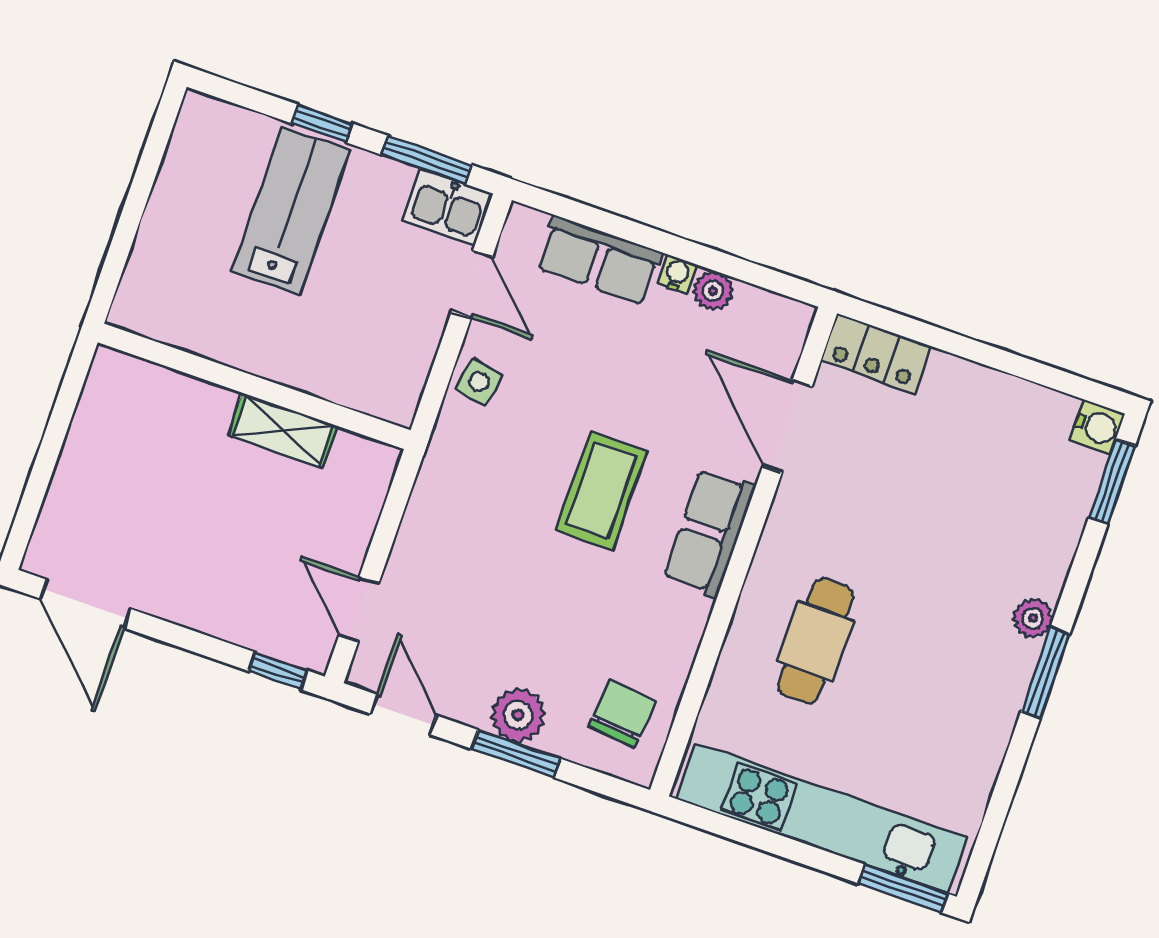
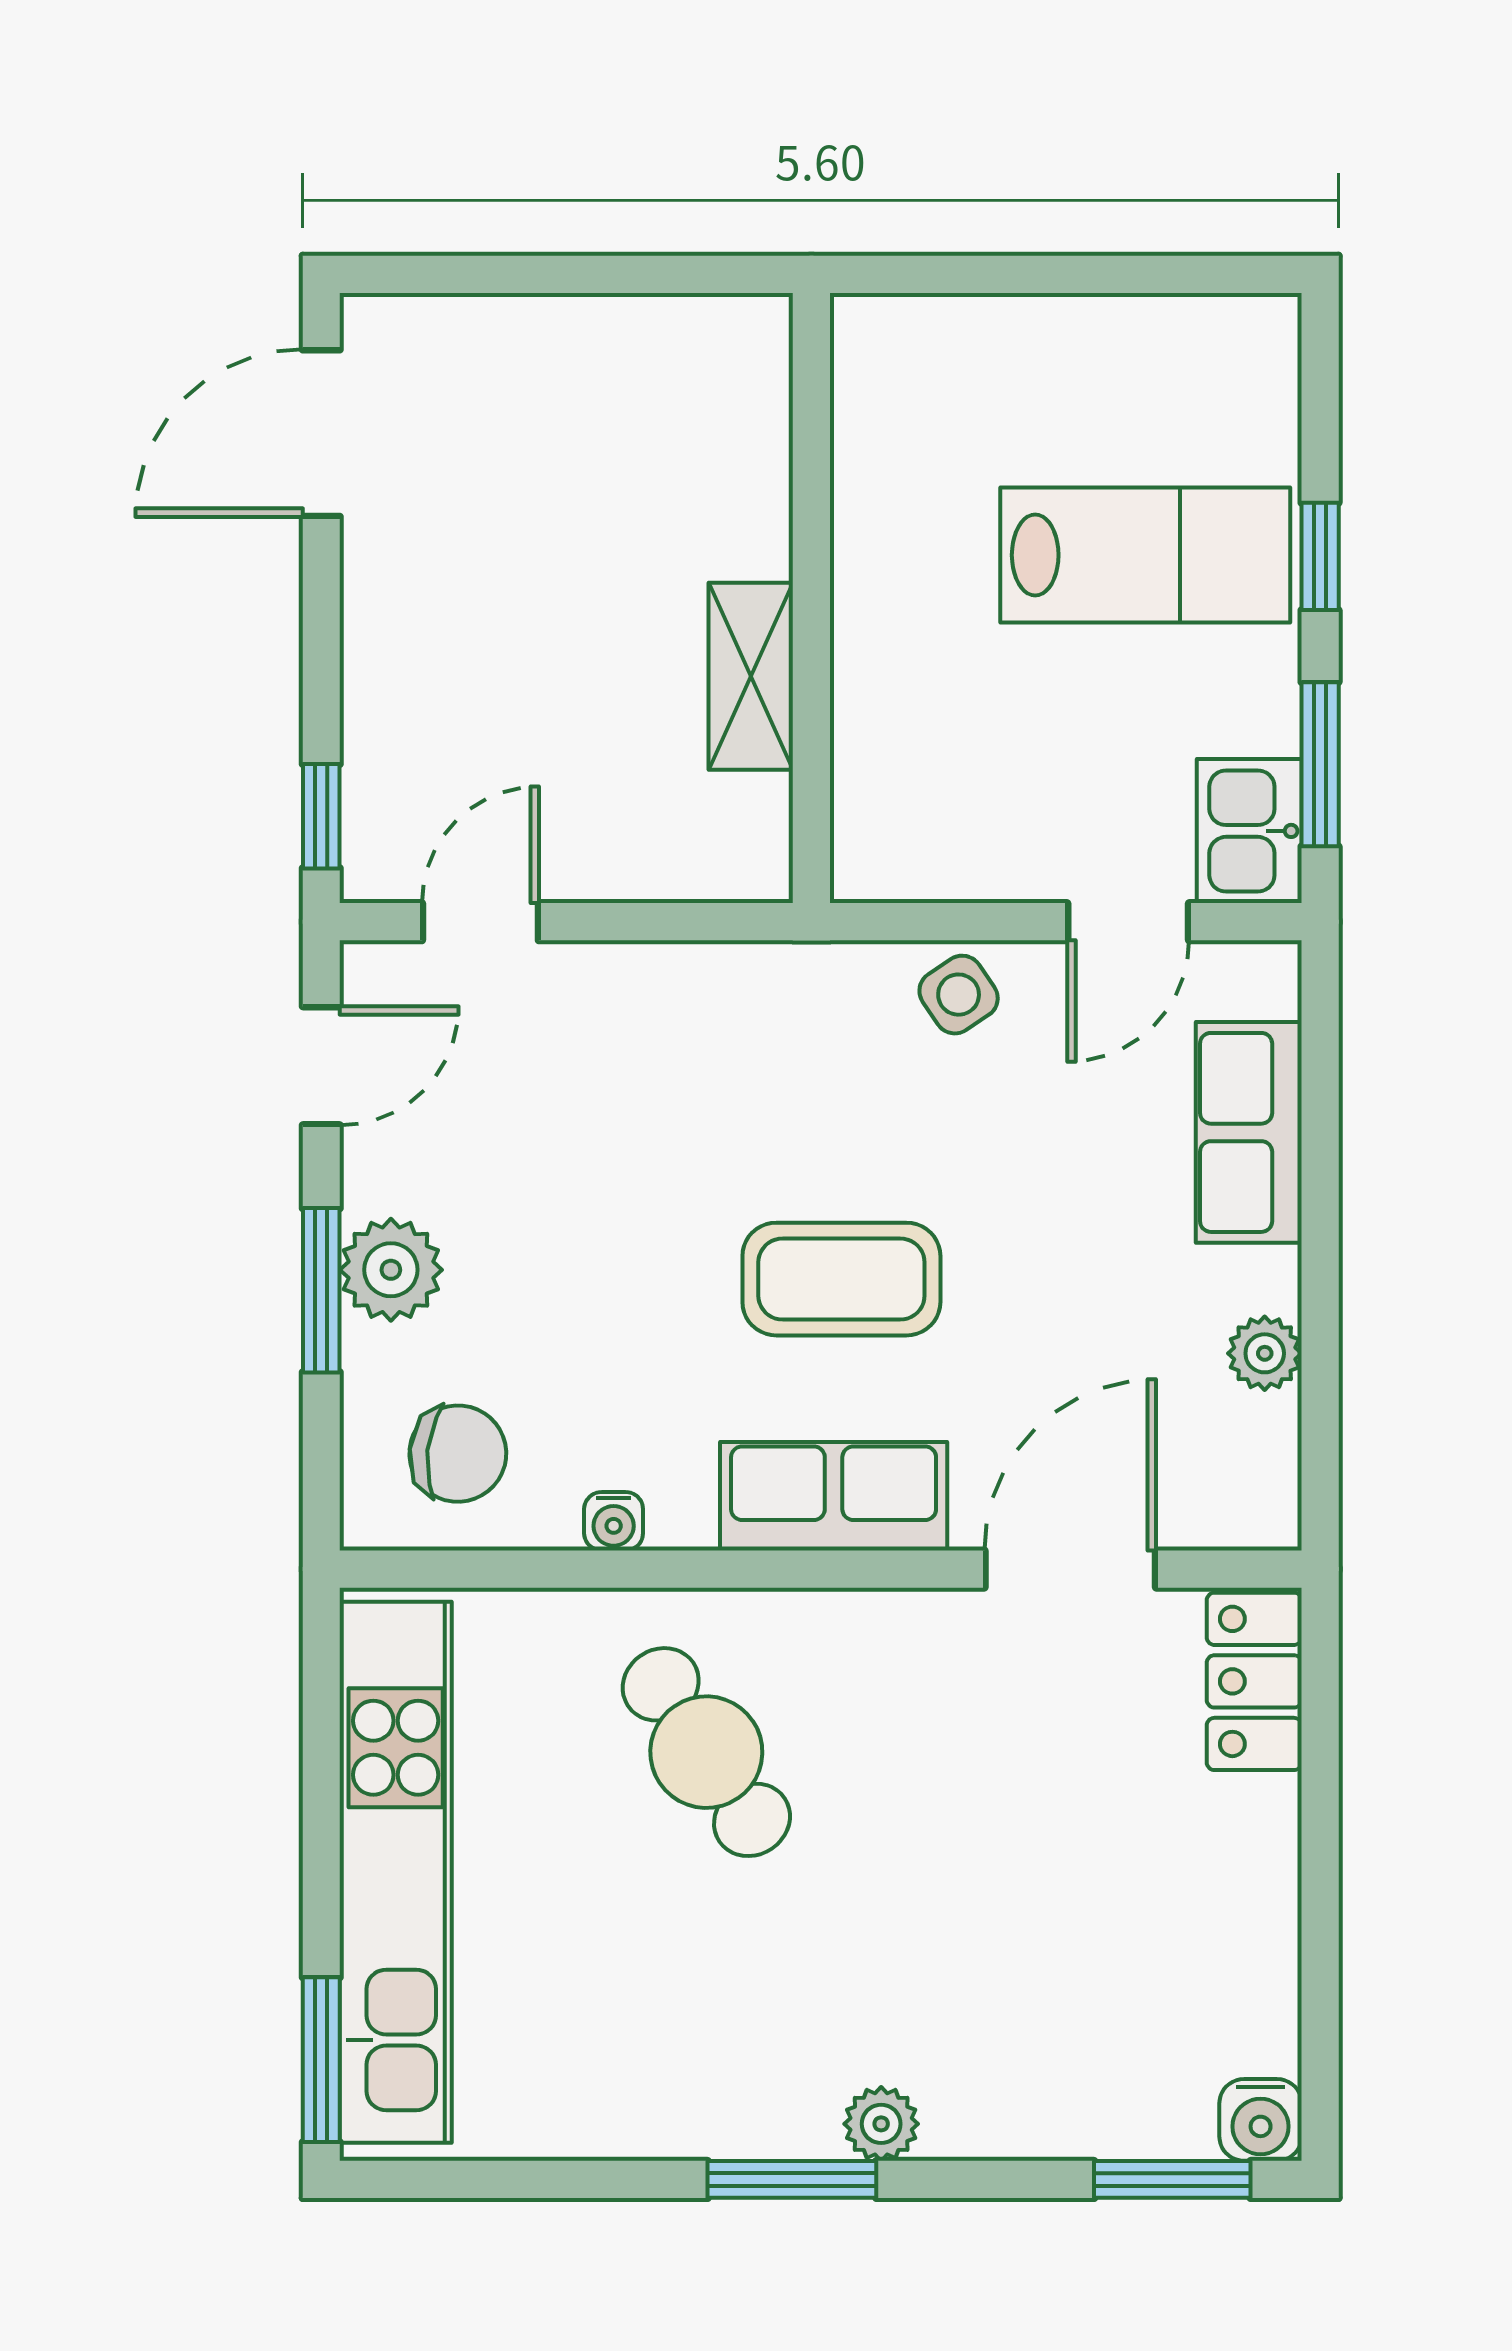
water cooler: (677, 274) -> (614, 1521), moved, turned 90
side table: (479, 382) -> (959, 995), turned 45
cafe table: (816, 641) -> (706, 1752), turned 56

